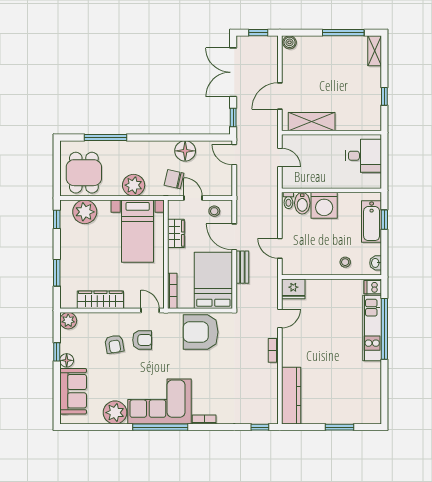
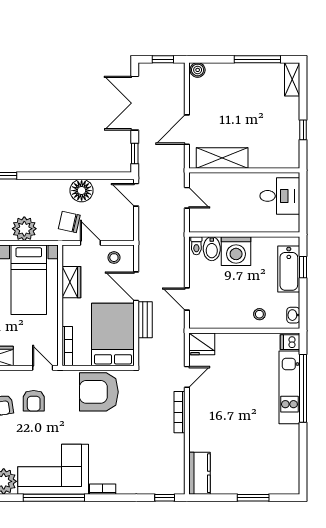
armchair: (142, 340) -> (34, 401), turned 90
bookcase: (273, 350) -> (180, 412), width x1.56
kitchen counter: (291, 396) -> (199, 473), width x0.67

